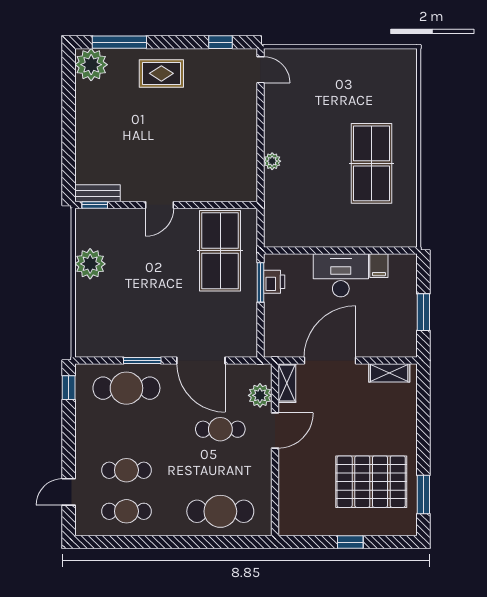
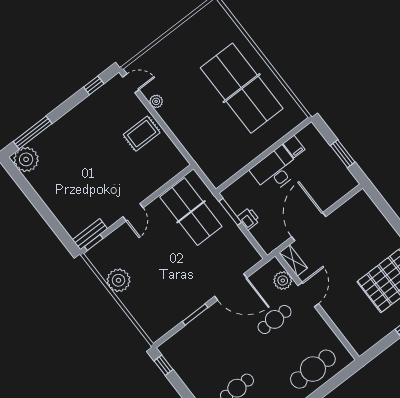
rug: (161, 73) -> (142, 134), moved
plant: (272, 161) -> (156, 101), moved
table tennis table: (371, 163) -> (242, 88), width x1.36, depth x1.32
printer: (274, 282) -> (249, 219), moved
shelving: (389, 373) -> (350, 206), removed
cafe table: (126, 388) -> (199, 339), removed

